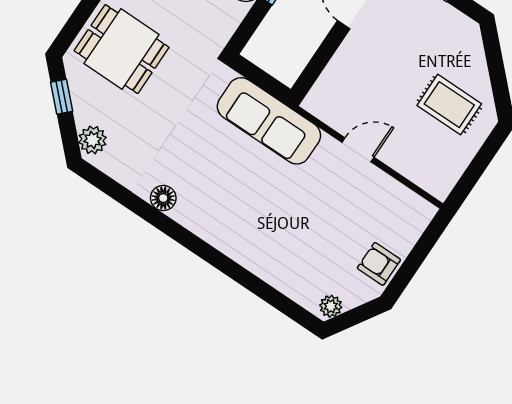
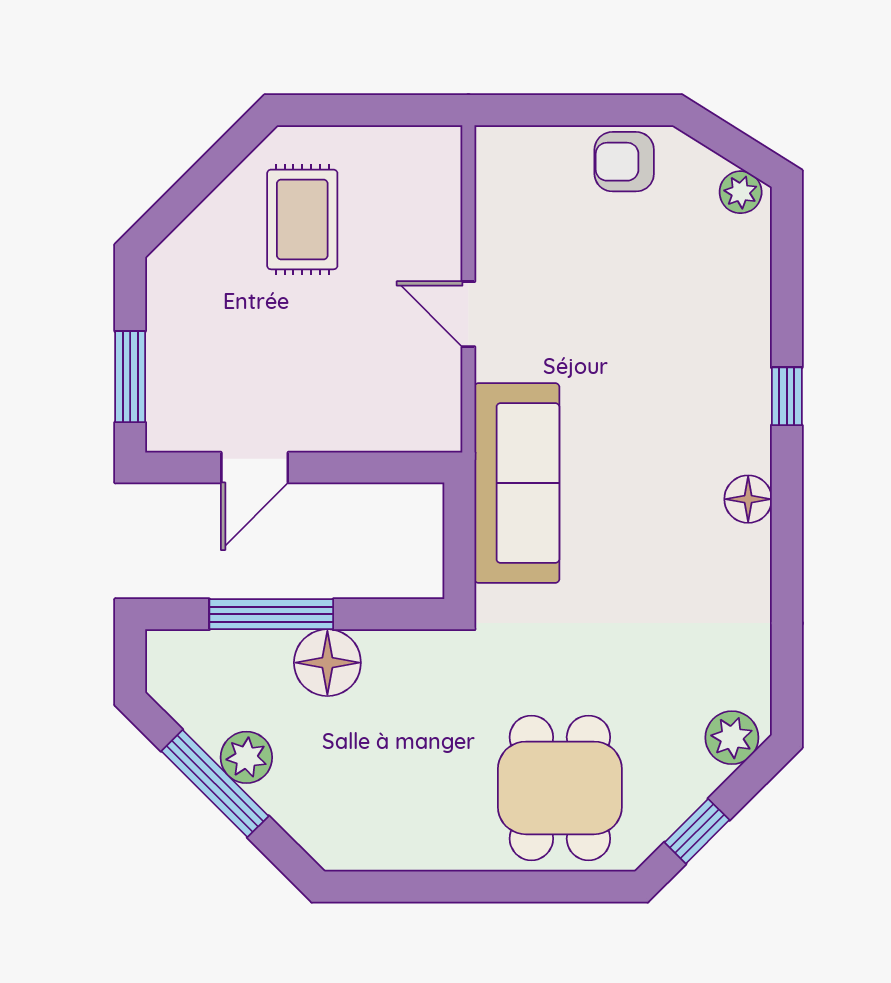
floor lamp: (163, 198) -> (748, 499), moved
armchair: (379, 264) -> (624, 162), turned 90
window: (227, 266) -> (787, 396), added

